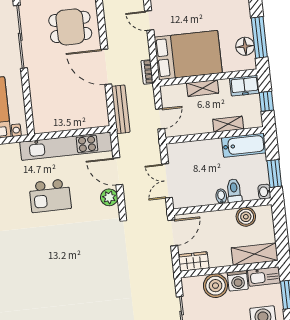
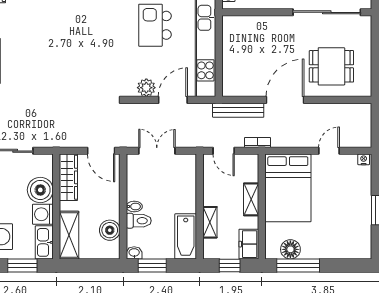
dining table: (70, 27) -> (331, 66), turned 90
bookcase: (147, 72) -> (257, 142), moved
wardrobe: (194, 261) -> (68, 177), width x1.50

